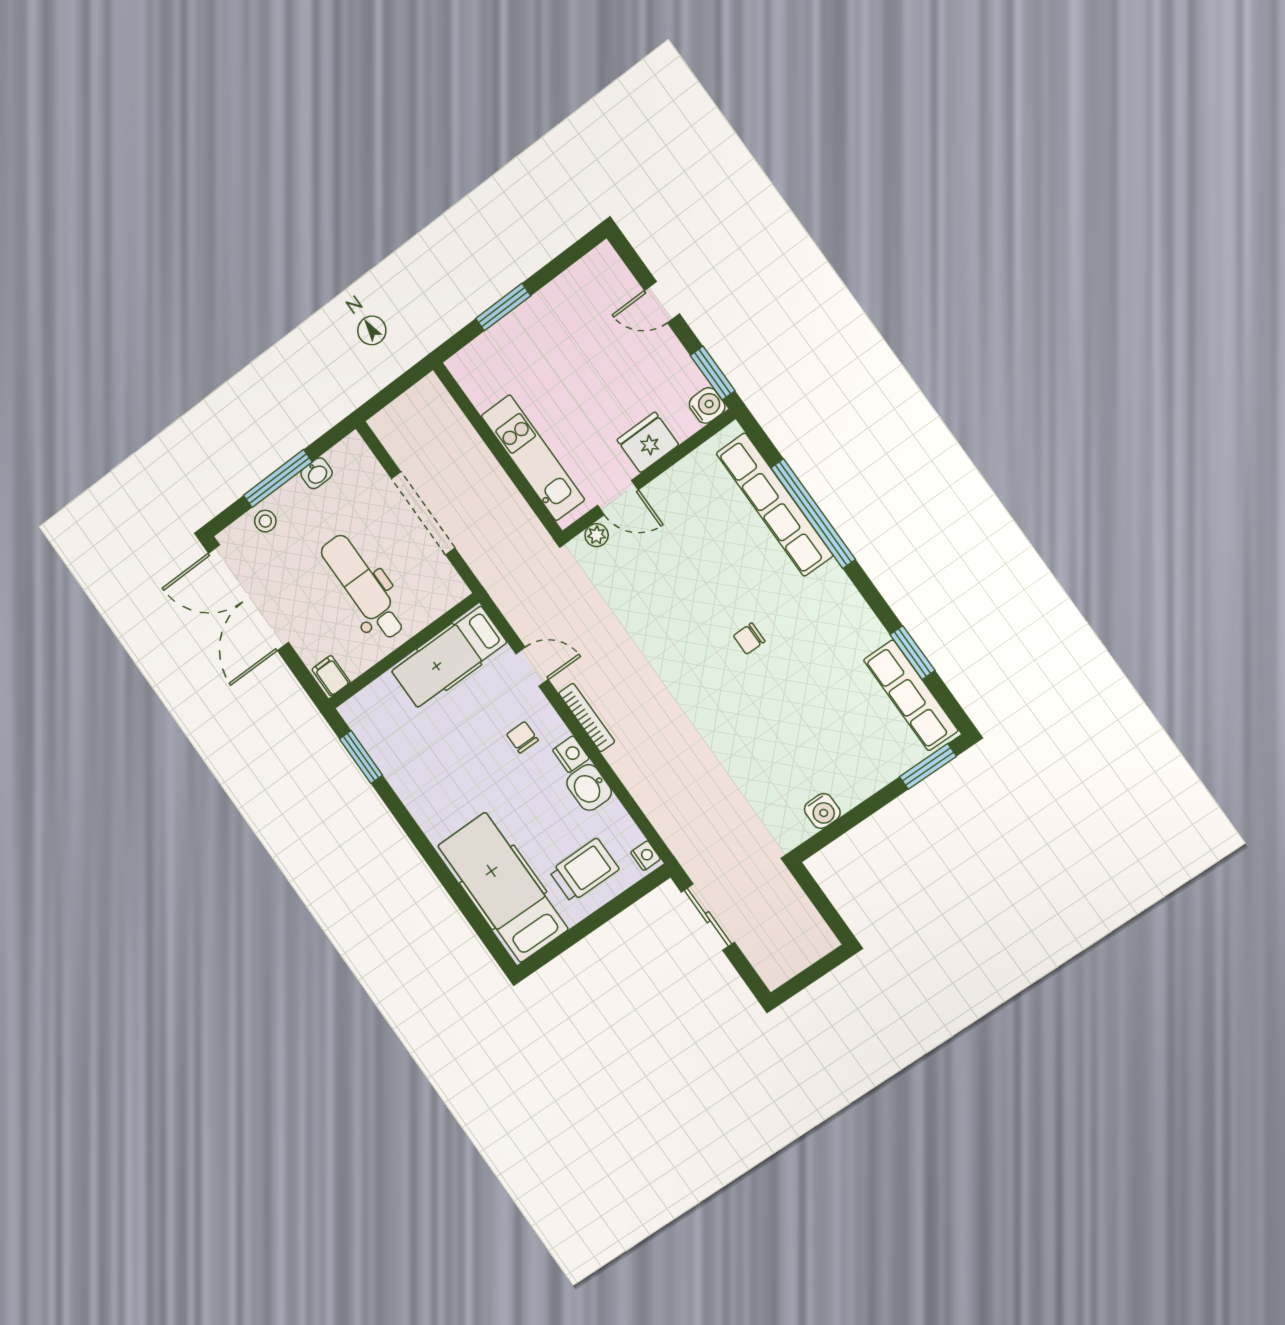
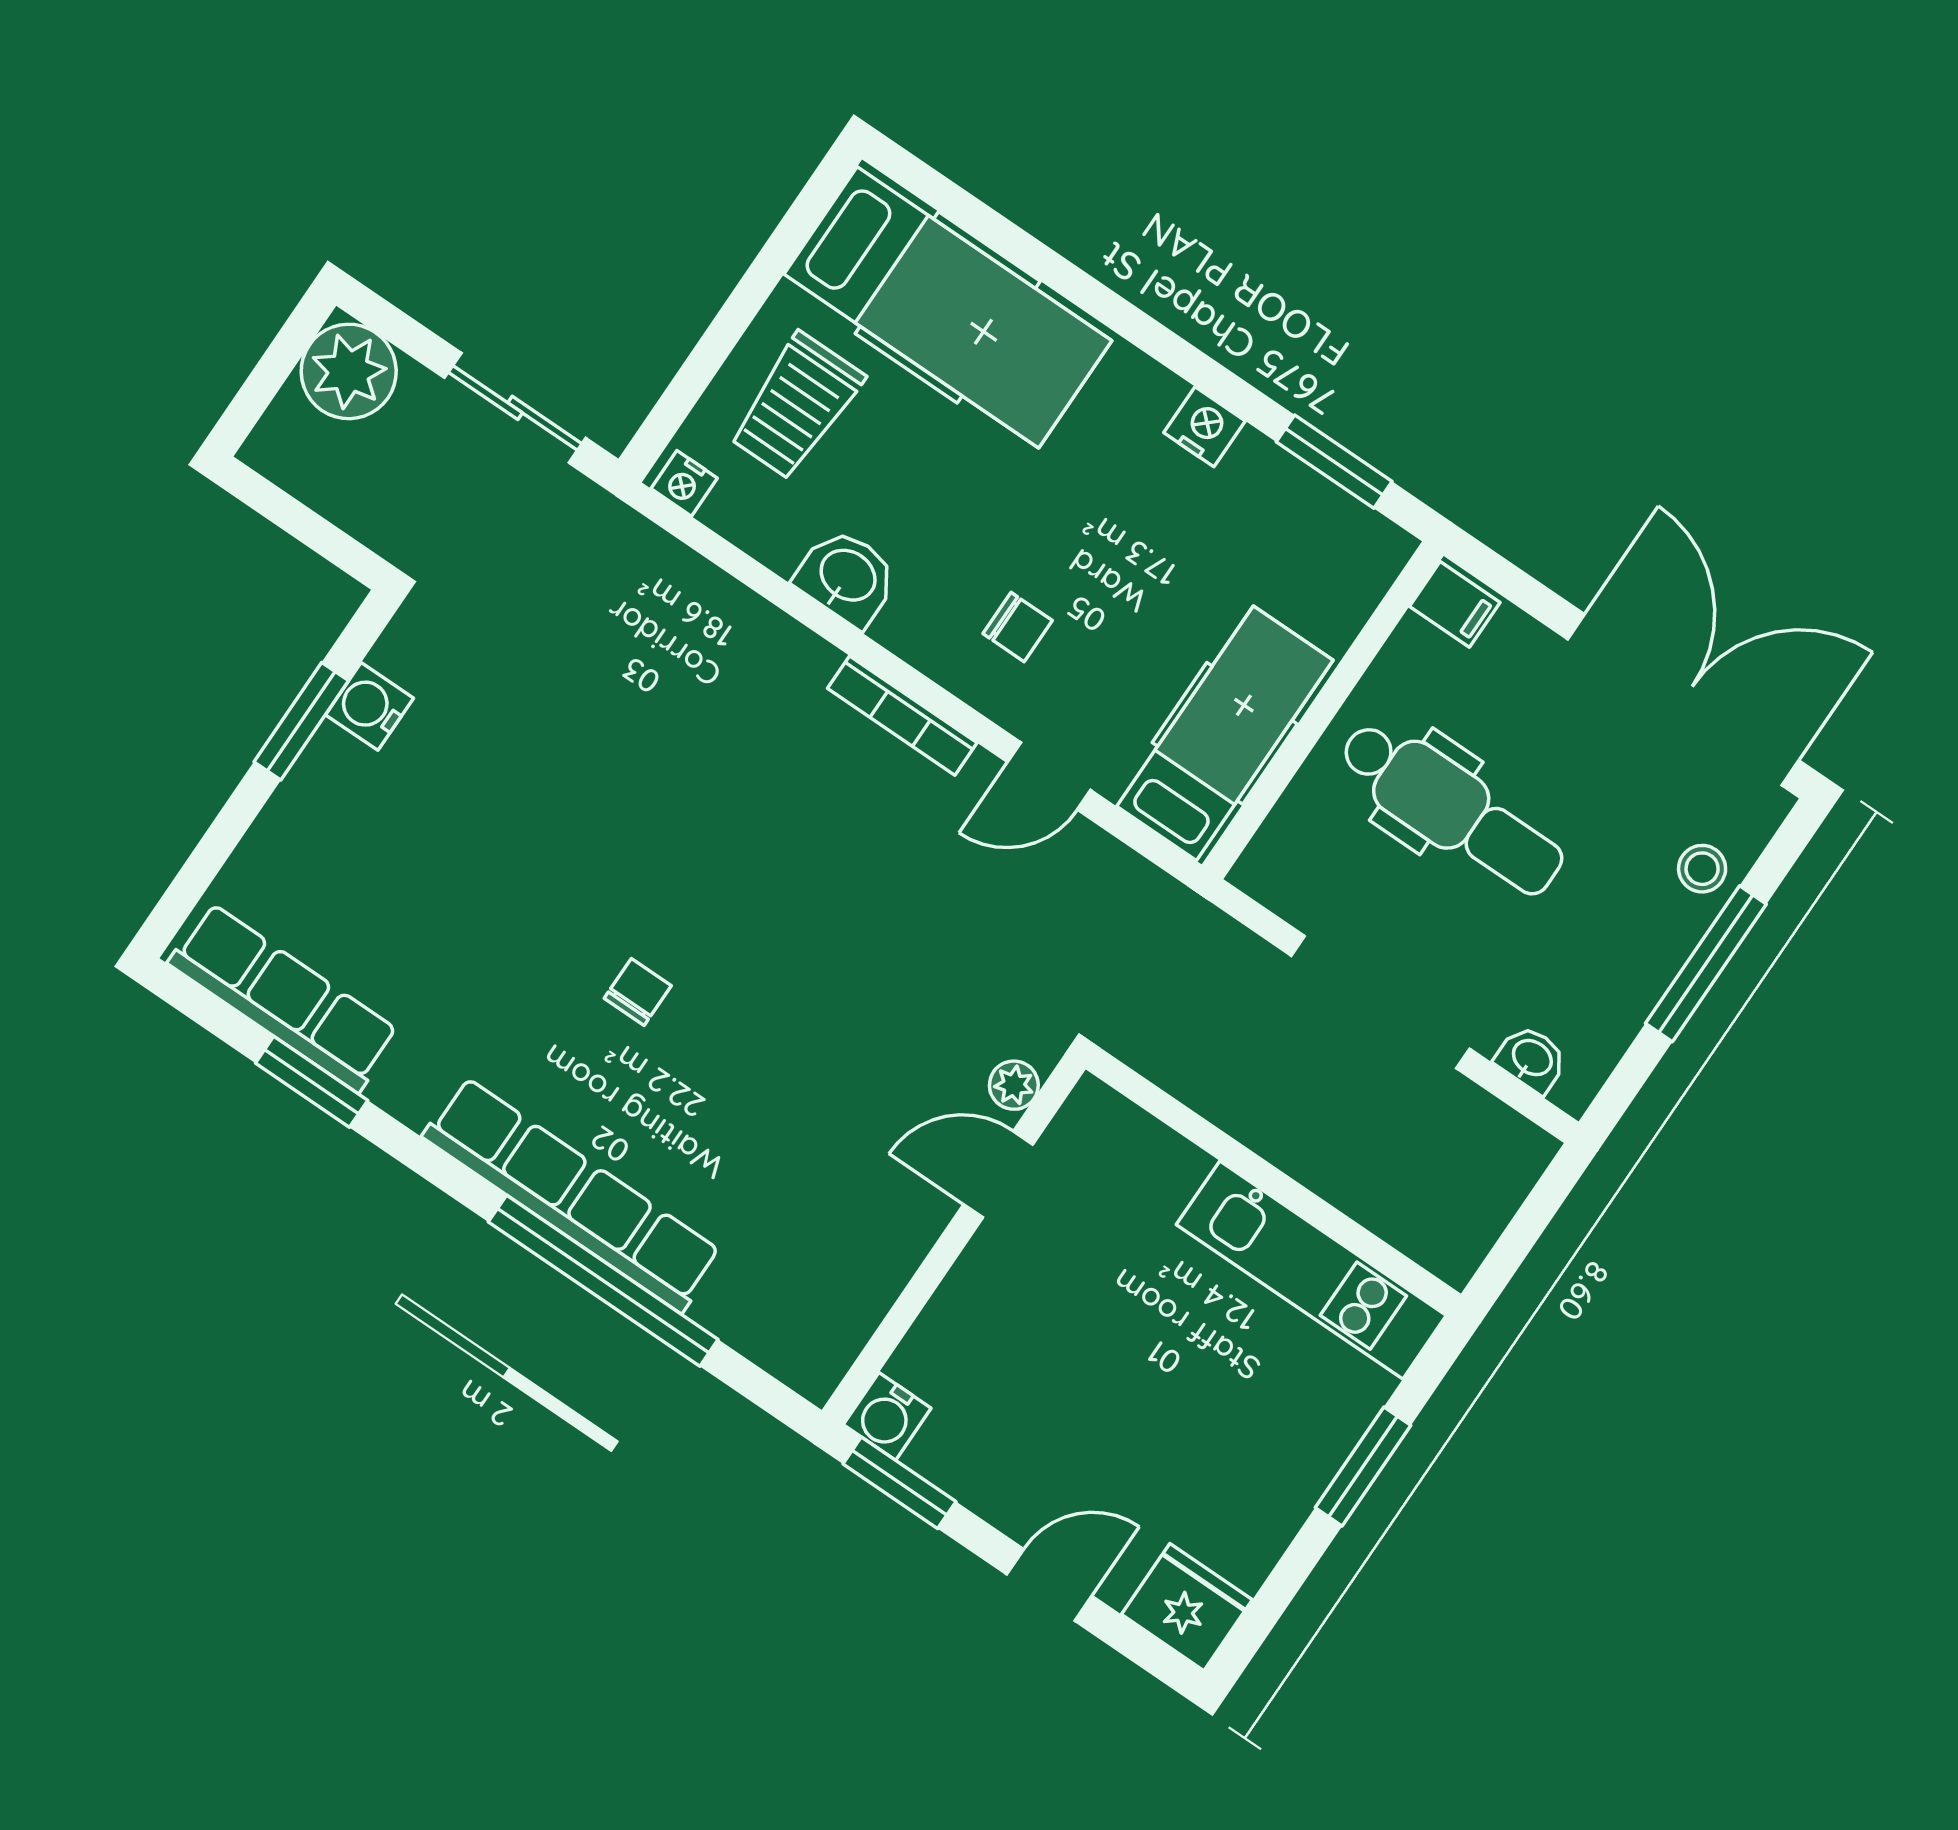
fridge: (648, 442) -> (1187, 1607), moved, turned -90
kitchen unit: (533, 458) -> (1311, 1270), moved
washbasin: (317, 473) -> (1531, 1059), moved, turned 90
row of seats: (775, 505) -> (572, 1195), moved
nightstand: (571, 754) -> (1204, 427), moved, turned 180
window: (928, 766) -> (301, 721), moved
plant: (776, 962) -> (349, 371), added

